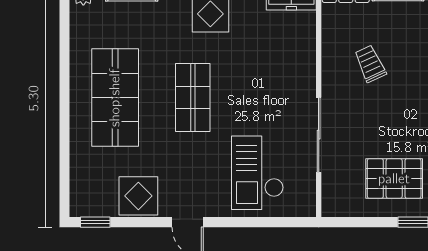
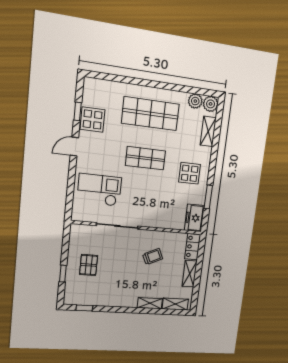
plant: (82, 20) -> (195, 101), added
pallet: (394, 179) -> (89, 265), width x0.67, depth x0.71
window: (95, 222) -> (78, 111), moved

